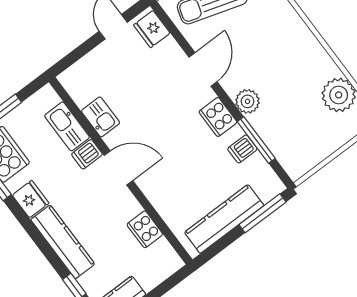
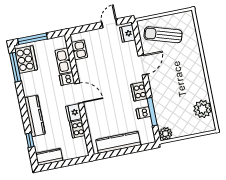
plant: (247, 101) -> (165, 134), moved
kitchen sink: (101, 117) -> (79, 50), moved
fridge: (31, 199) -> (74, 112), moved, turned 180
window: (262, 213) -> (138, 149), removed

